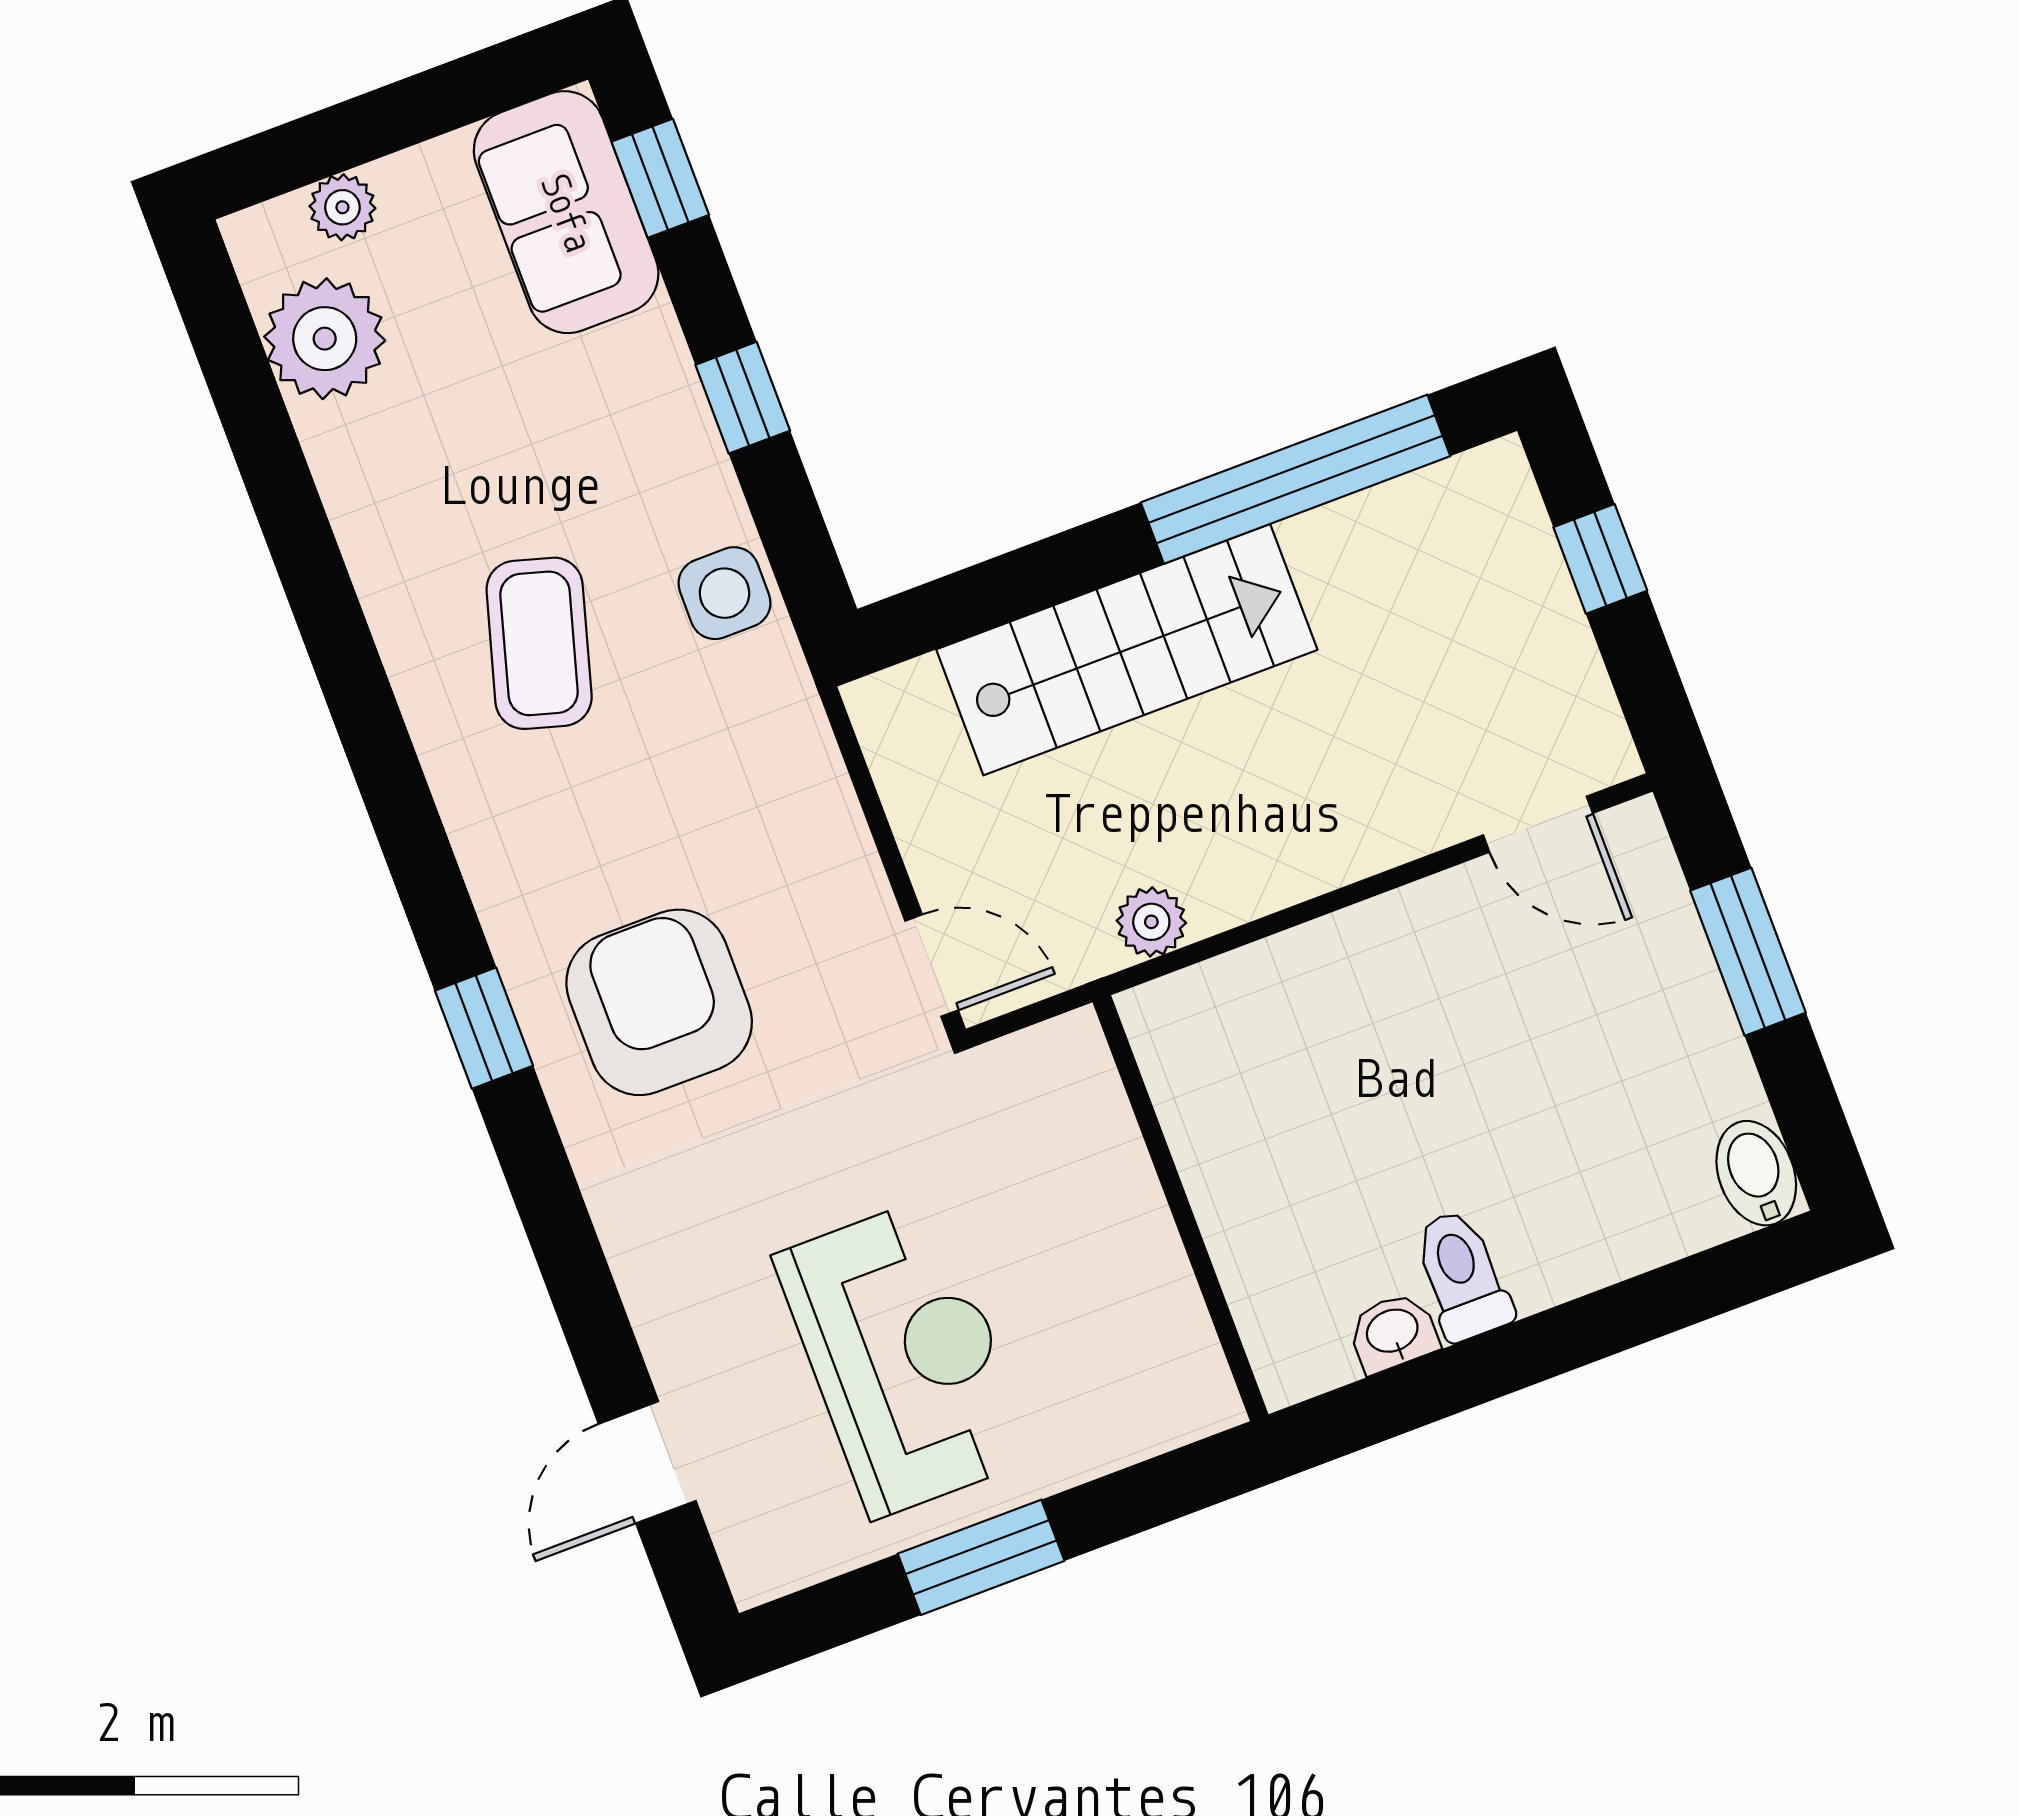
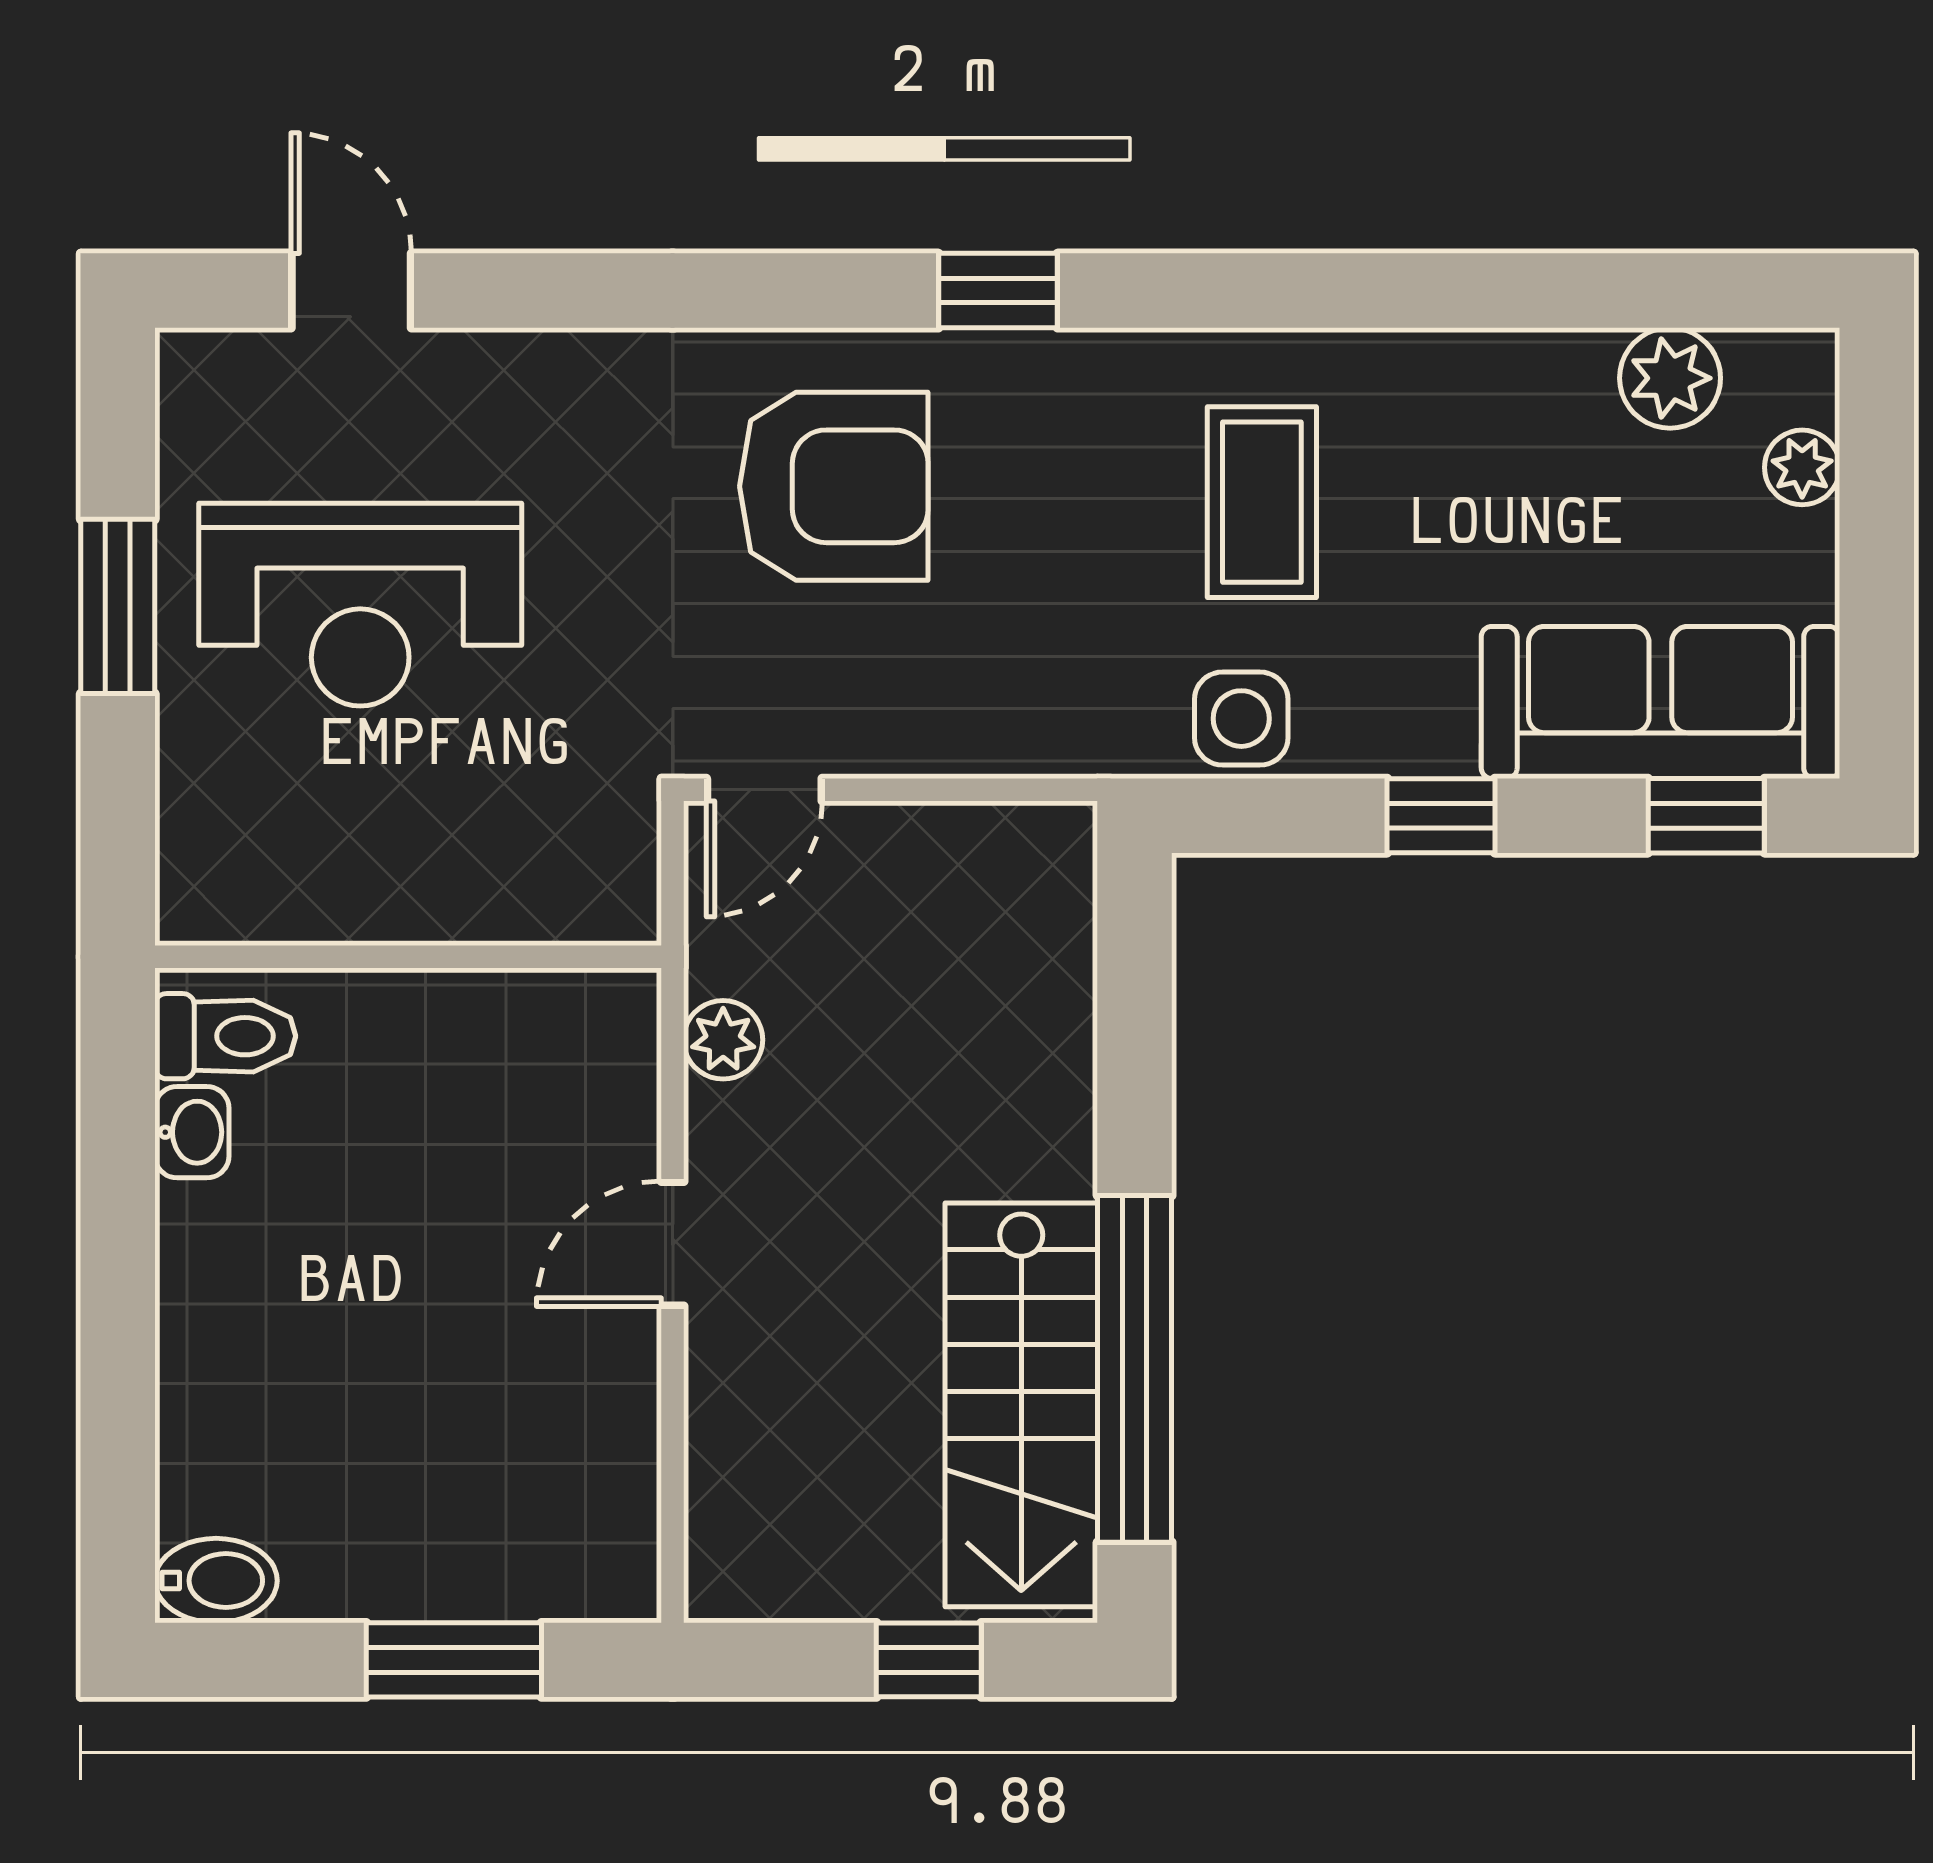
sofa: (566, 212) -> (1660, 702), width x1.36
plant: (325, 339) -> (1670, 378), width x0.73, depth x0.73
coffee table: (539, 643) -> (1262, 502), turned 74
stairs: (1127, 650) -> (1021, 1405), moved
door: (1538, 824) -> (673, 1244), moved
window: (484, 1028) -> (998, 291), moved
toilet: (1462, 1275) -> (225, 1036), moved

